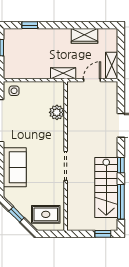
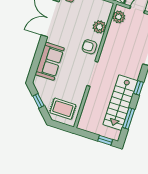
plant: (74, 95) -> (119, 17), added
armchair: (53, 138) -> (89, 47), added
window: (121, 202) -> (129, 118), width x0.69

